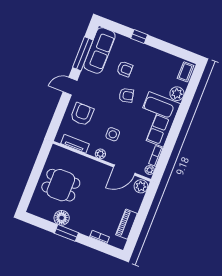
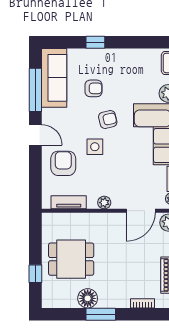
door: (70, 86) -> (35, 135), swing flipped
side table: (113, 134) -> (95, 147), moved
window: (31, 186) -> (35, 274), added

